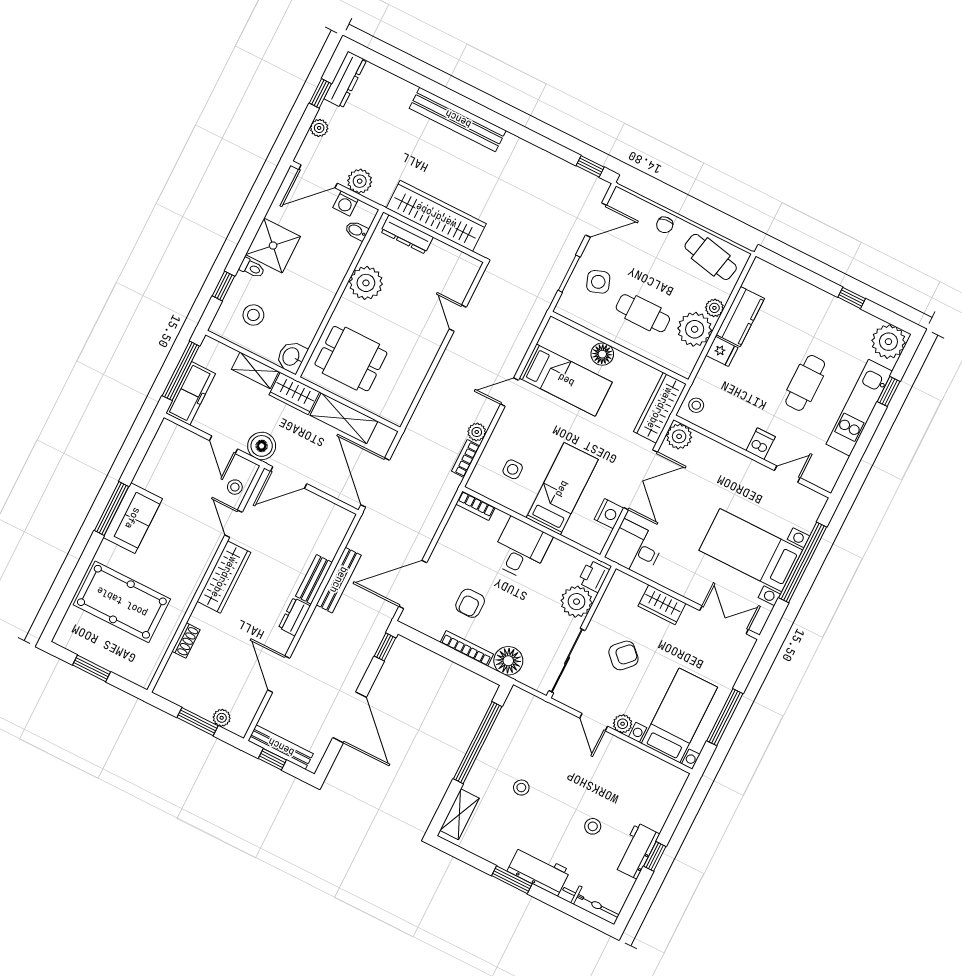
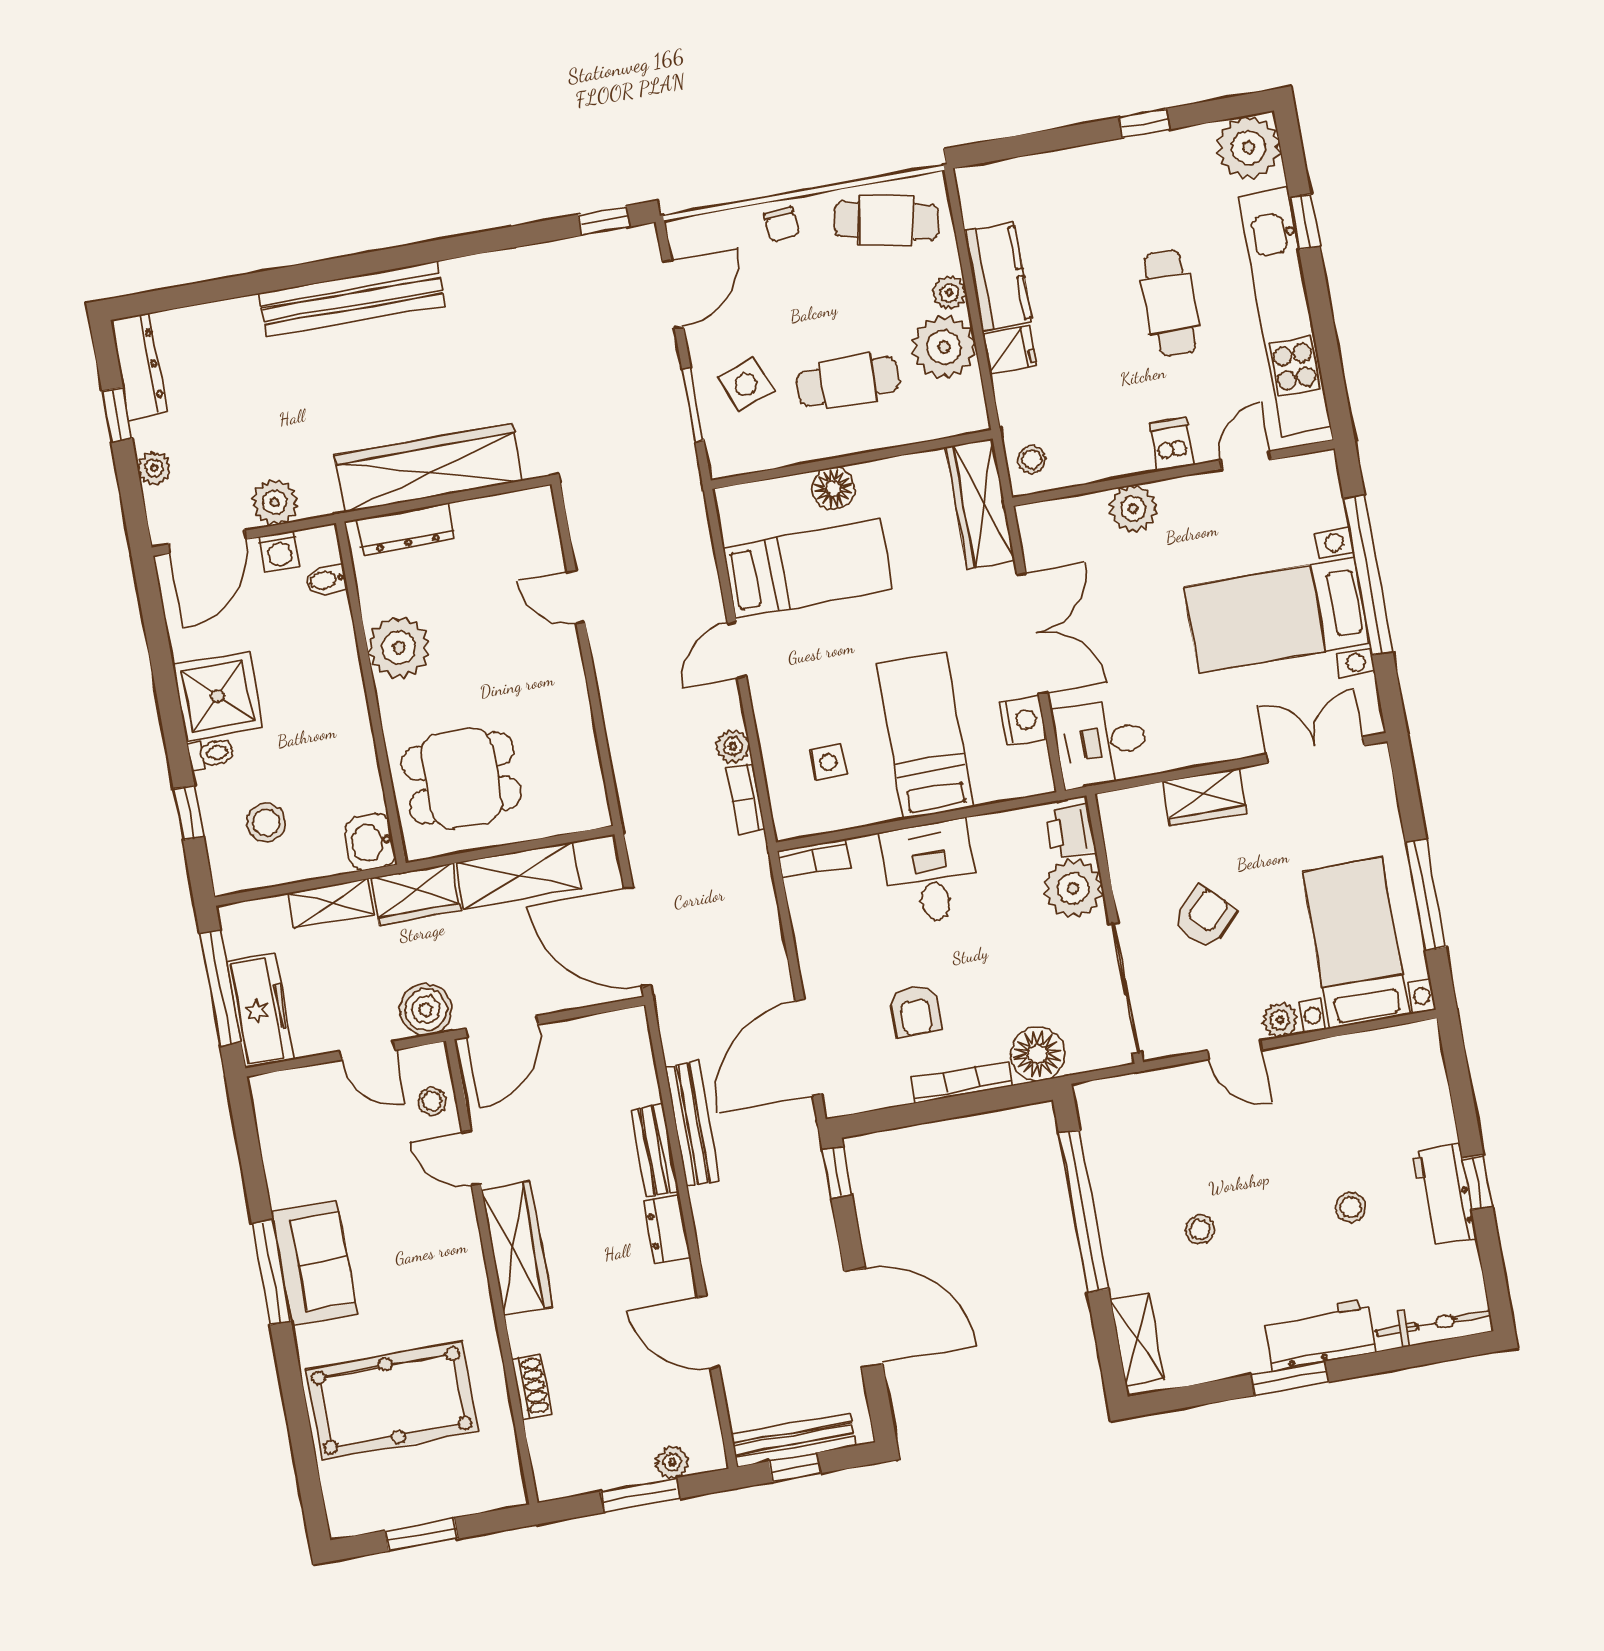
kitchen unit: (859, 408) -> (1285, 311), width x1.36
plant: (679, 436) -> (1133, 509), moved

